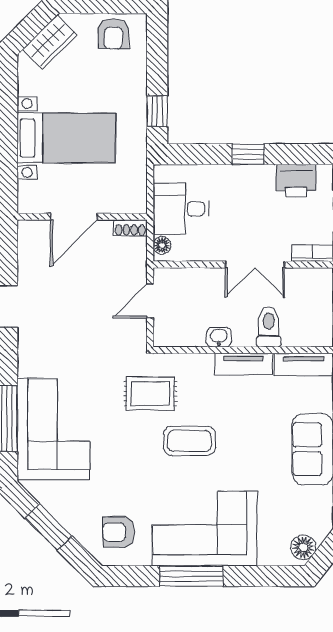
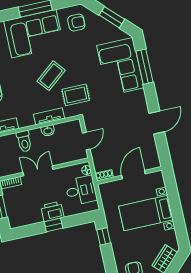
printer: (296, 181) -> (52, 211), moved
tv unit: (244, 364) -> (49, 116), moved
coffee table: (189, 441) -> (51, 76), turned -39

